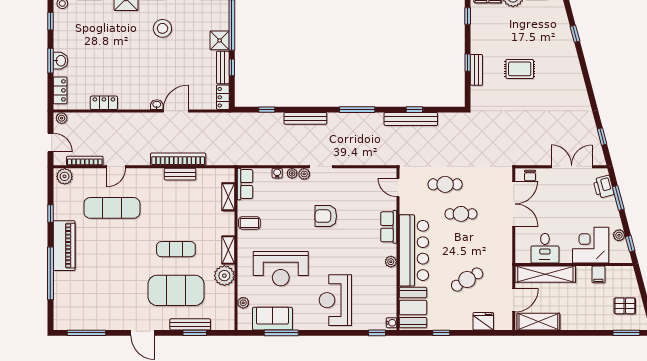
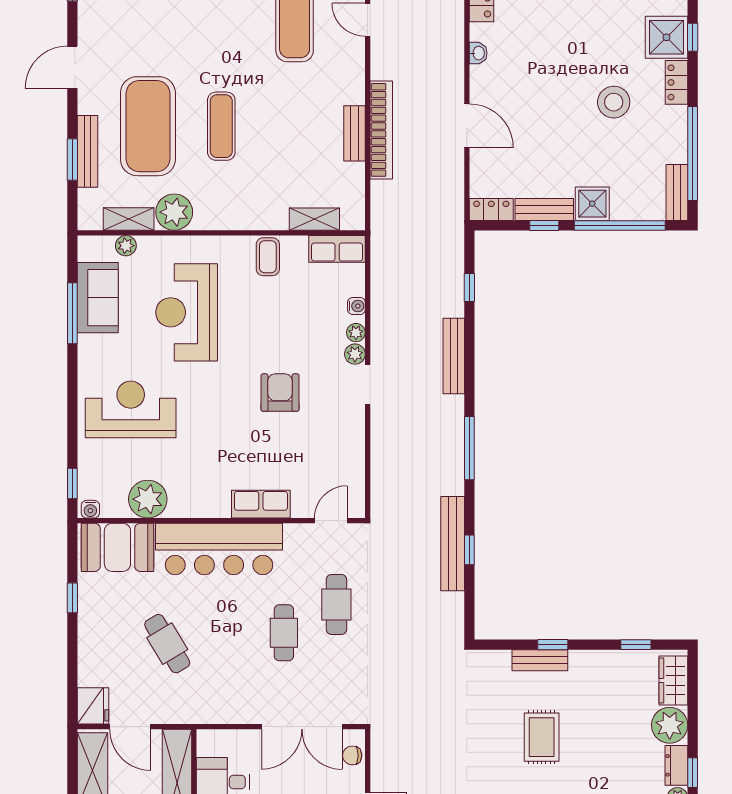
washbasin: (157, 105) -> (478, 53), moved
shelving: (228, 250) -> (129, 219), moved
plant: (391, 262) -> (148, 499), moved, width x1.88, depth x1.88
fridge: (483, 321) -> (93, 706), moved

